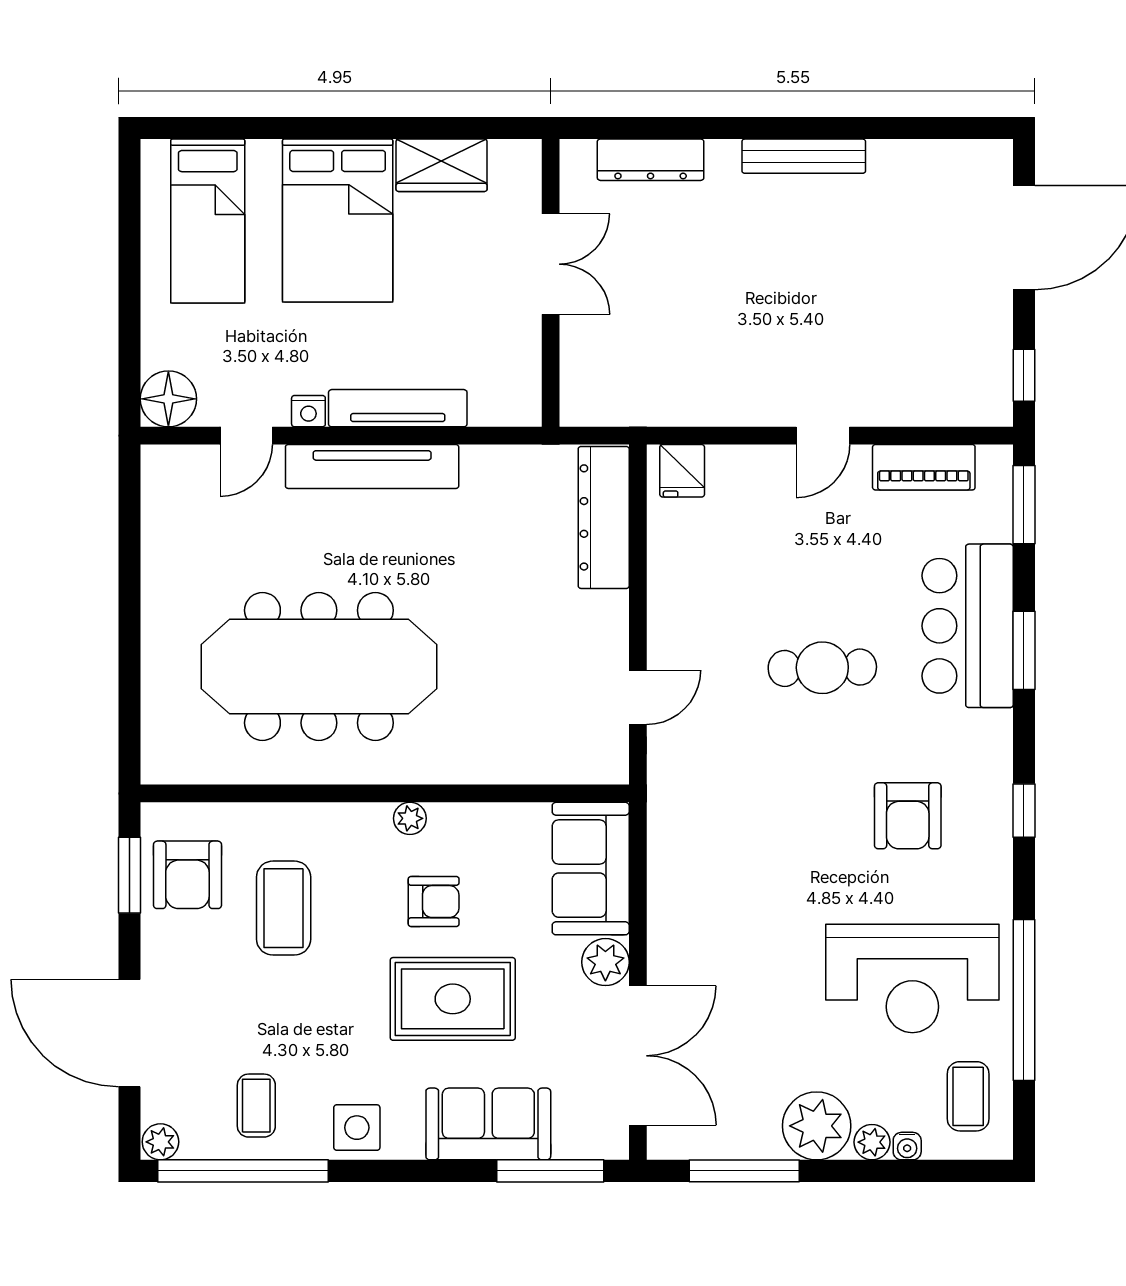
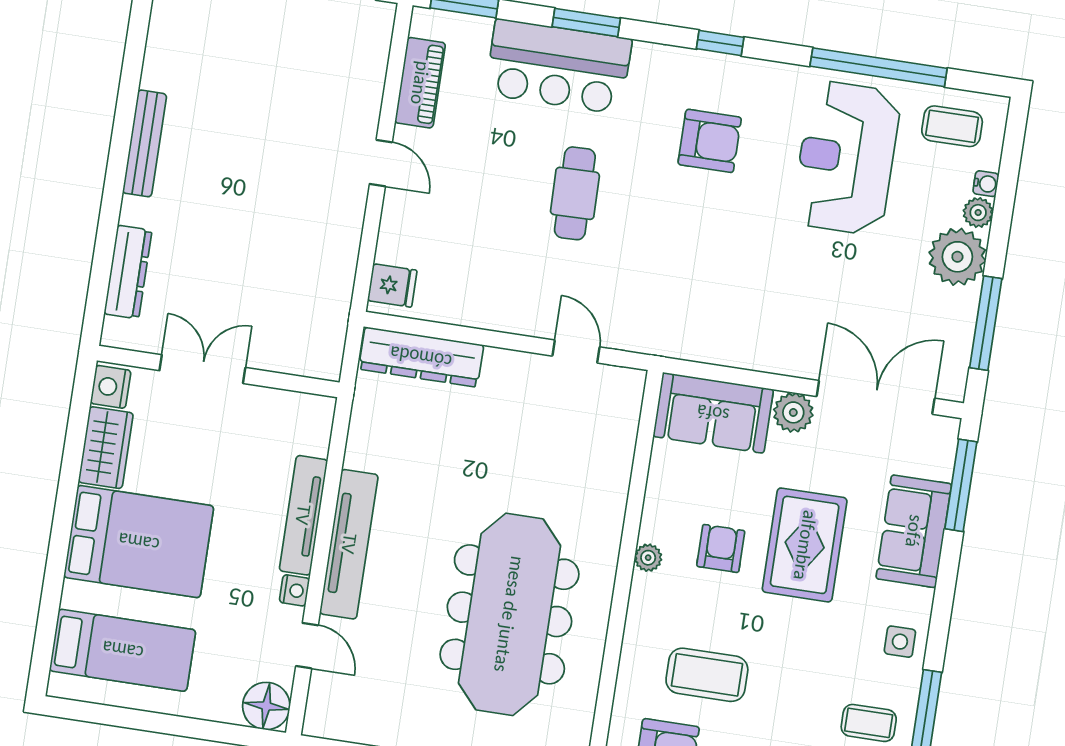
nightstand: (513, 160) -> (111, 387), added
reception desk: (912, 978) -> (846, 158), turned 180
side table: (357, 1128) -> (900, 642), width x0.73, depth x0.73

